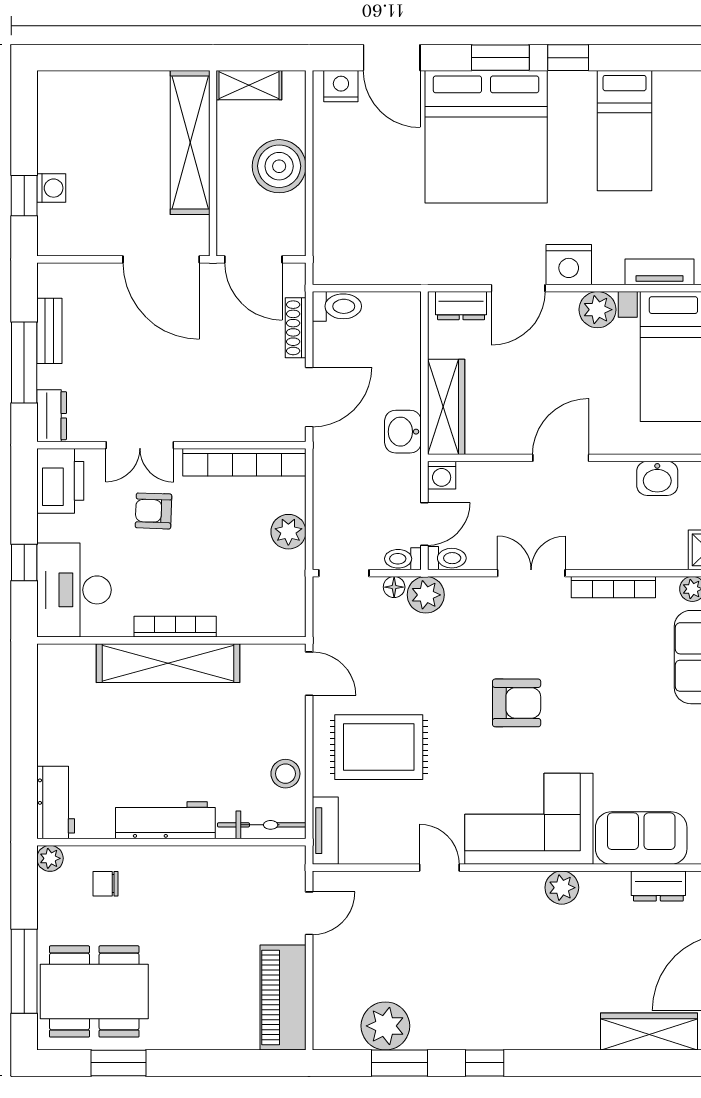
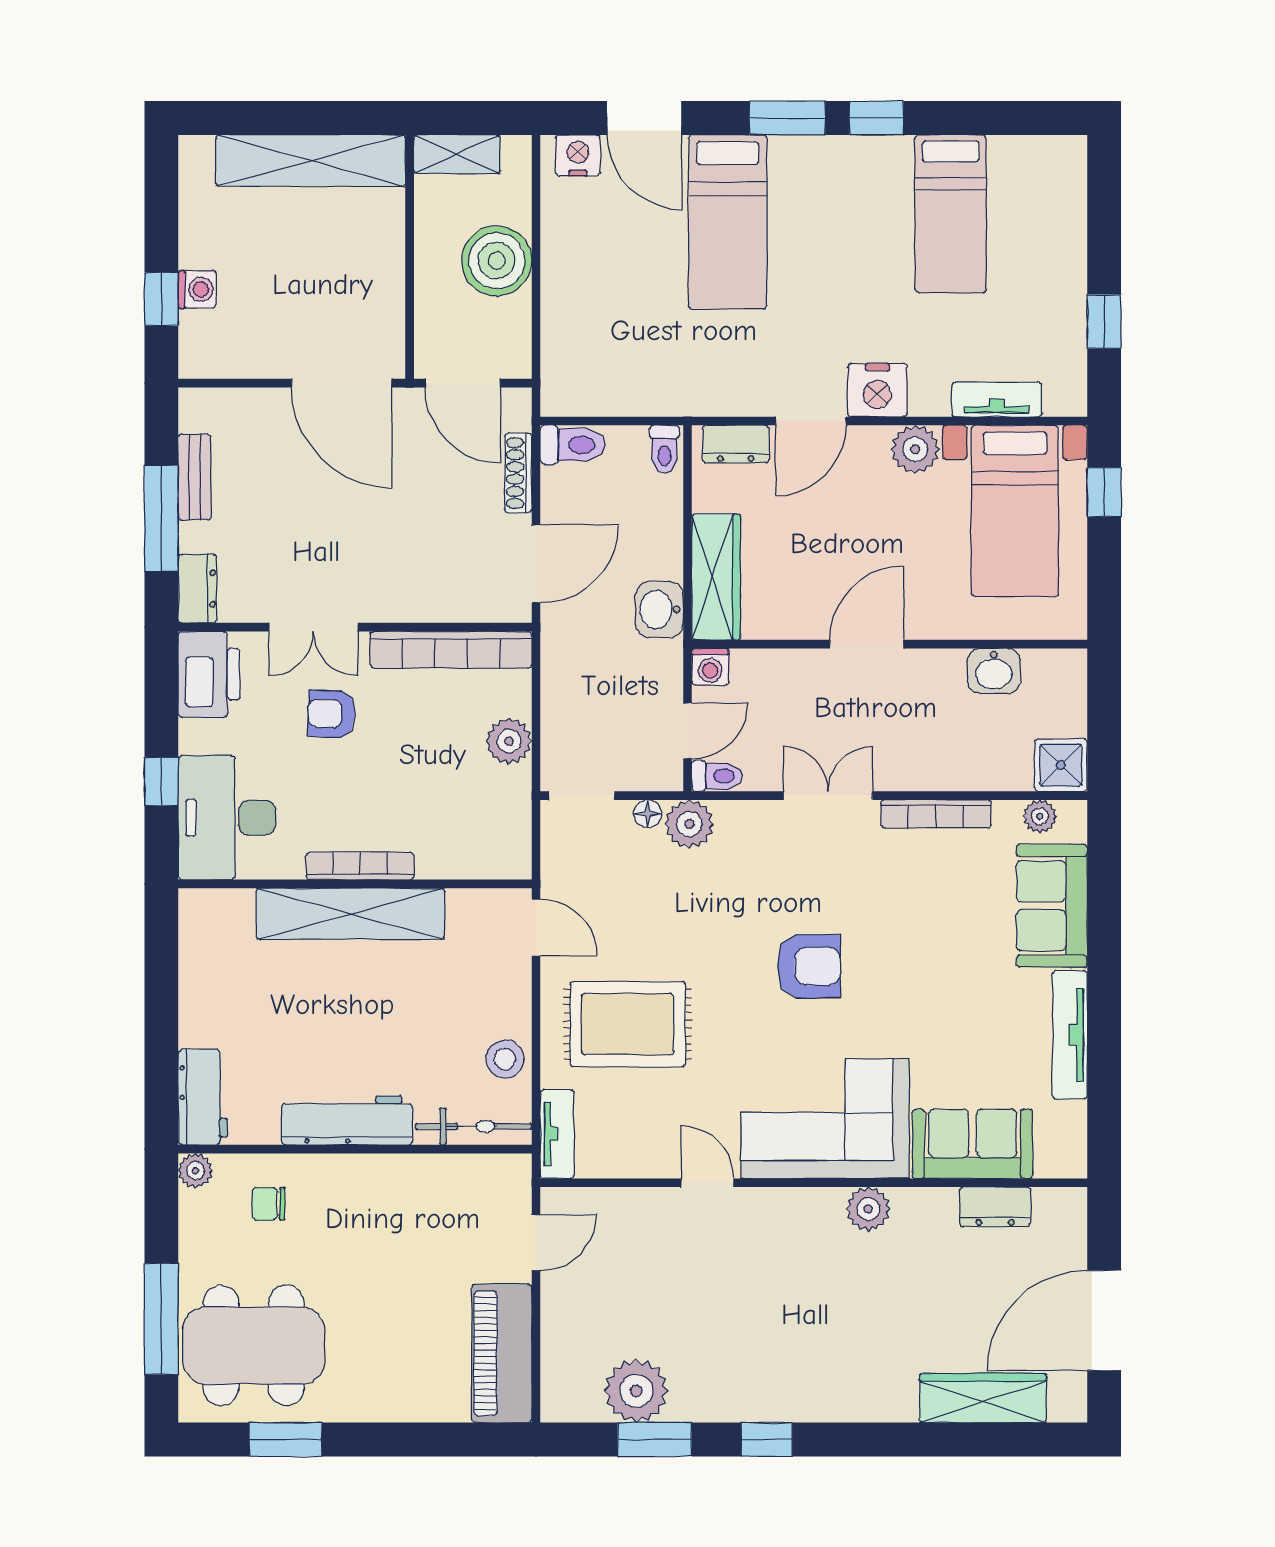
bed: (486, 137) -> (728, 222), width x0.49
shelving: (190, 143) -> (311, 161), moved, turned 90
toilet: (403, 559) -> (664, 449), moved, turned -90

